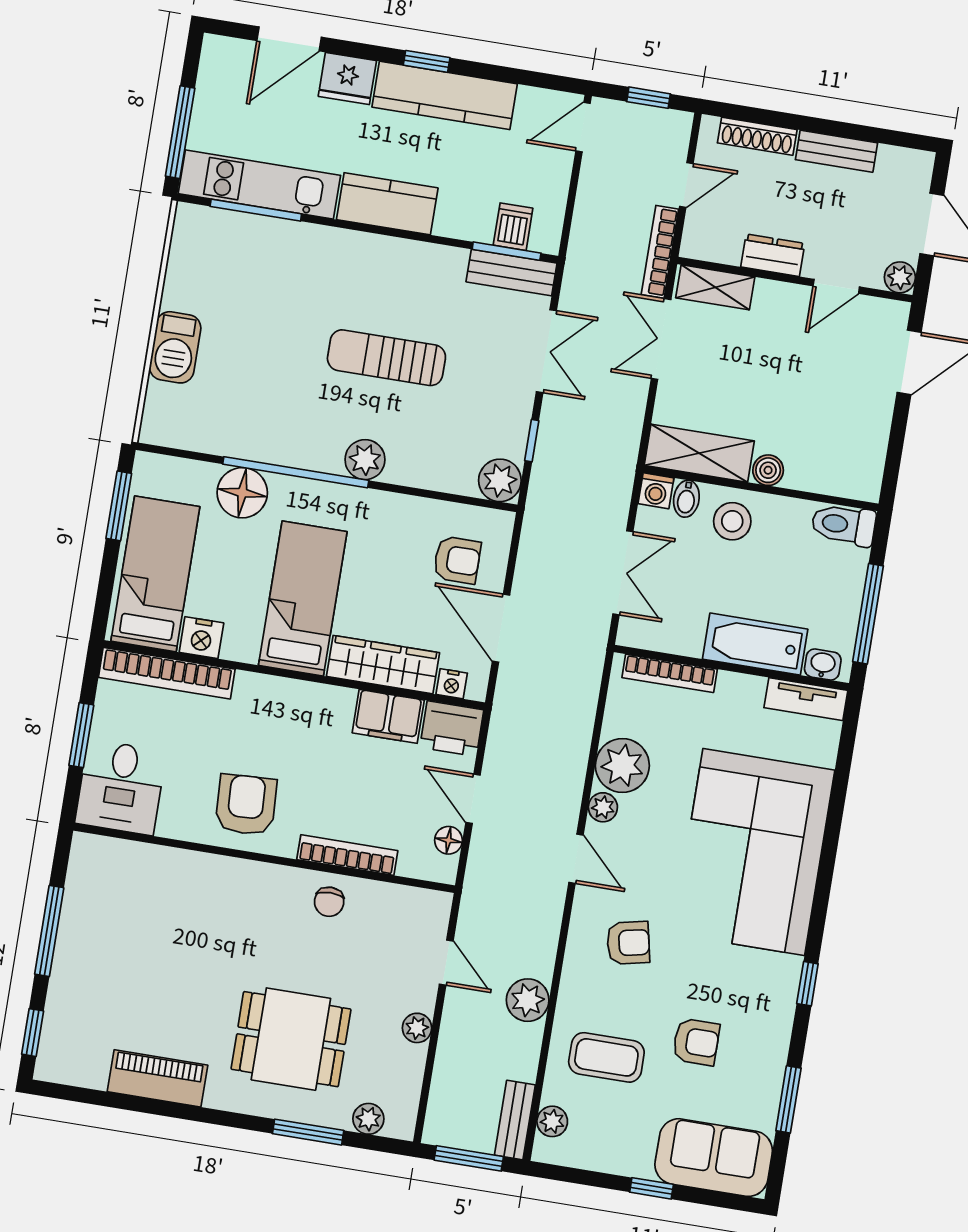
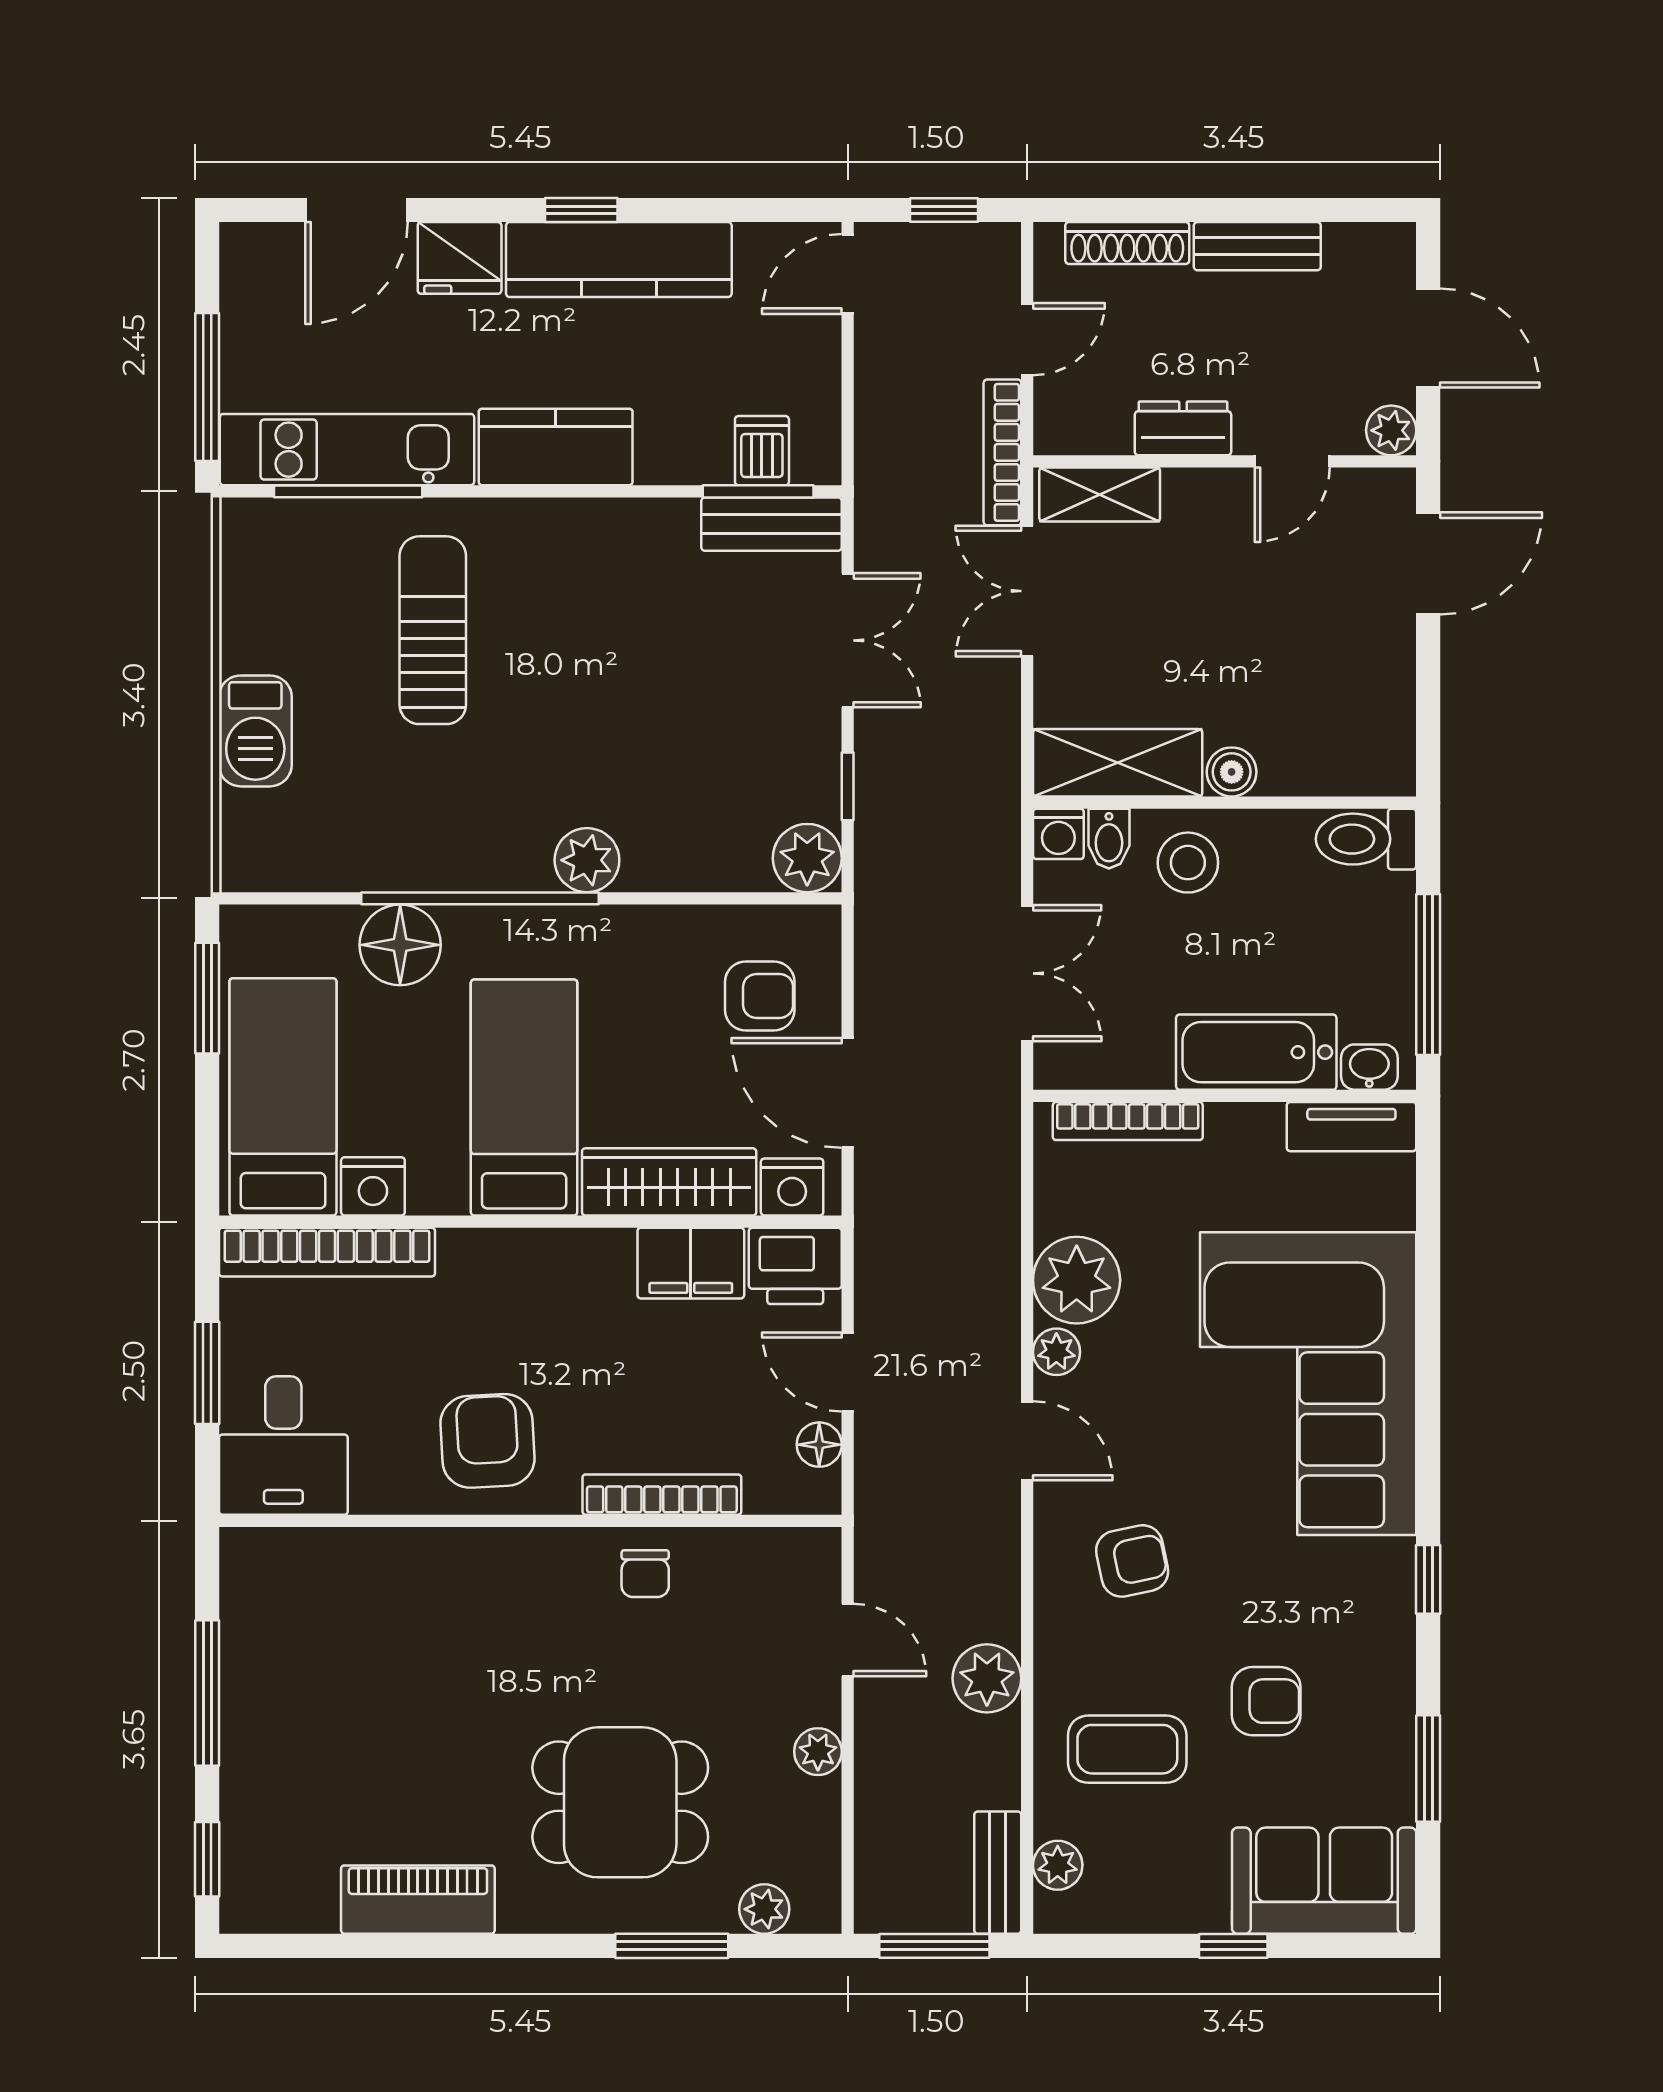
sun lounger: (386, 358) -> (433, 630), moved, turned 90
nightstand: (452, 684) -> (792, 1187), width x1.39, depth x1.35

